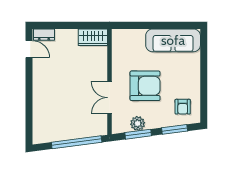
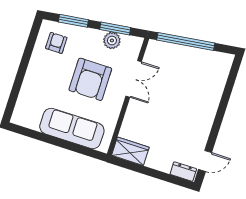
sofa: (173, 40) -> (72, 129), moved
door: (29, 49) -> (205, 161), swing flipped
armchair: (145, 86) -> (90, 79), turned -90

